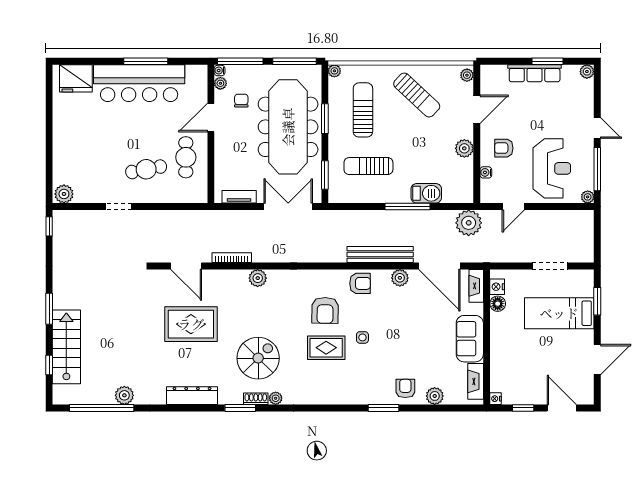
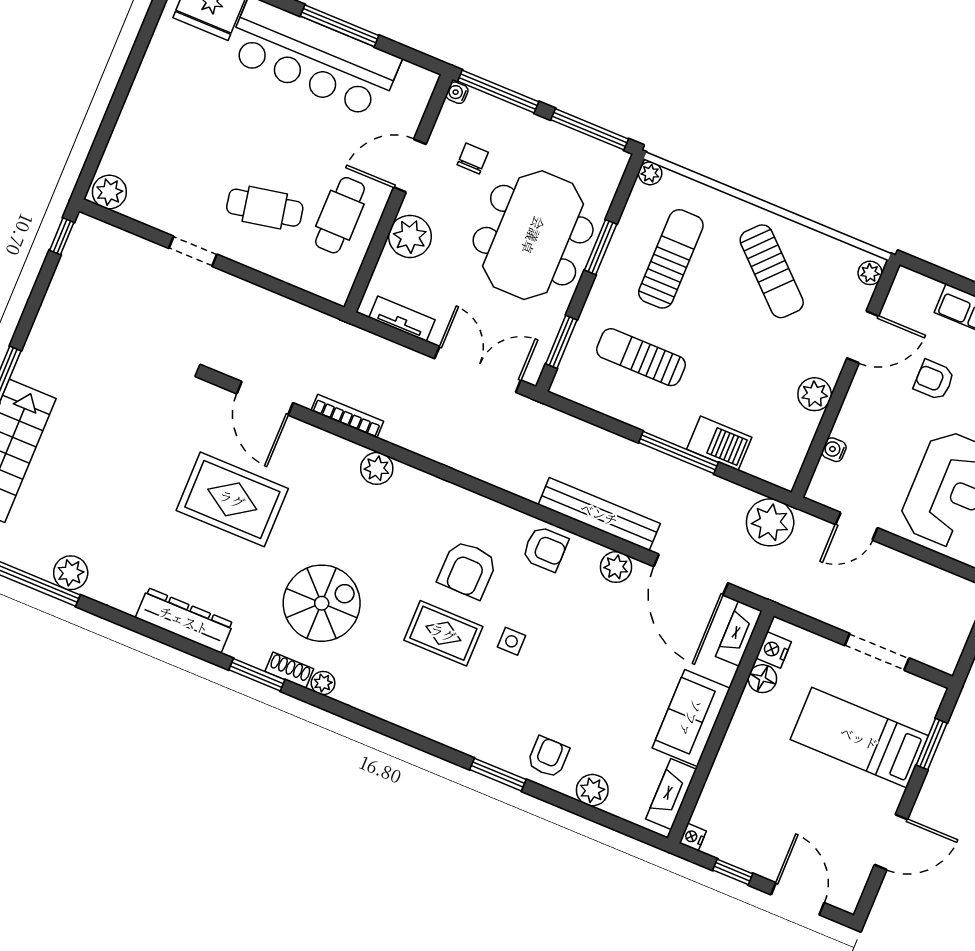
plant: (220, 83) -> (410, 236), moved, width x1.88, depth x1.88
meeting table: (288, 127) -> (533, 235), width x0.73
armchair: (504, 148) -> (934, 380), moved

